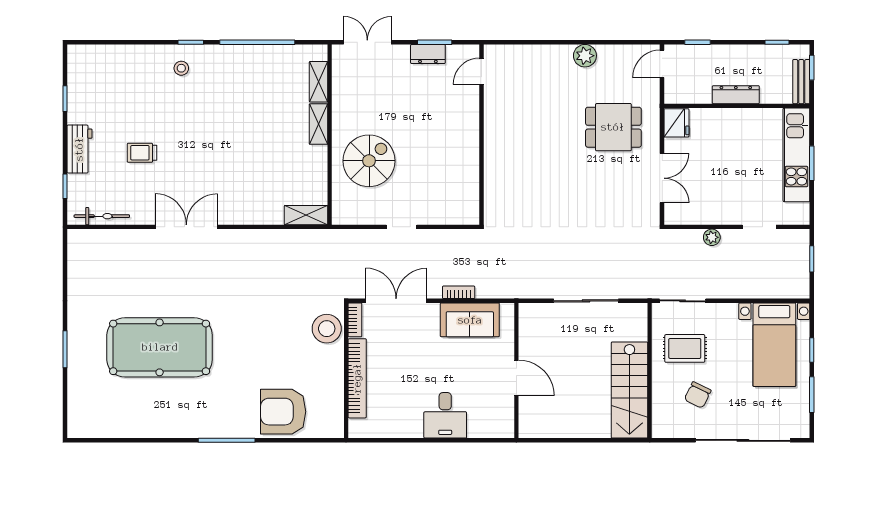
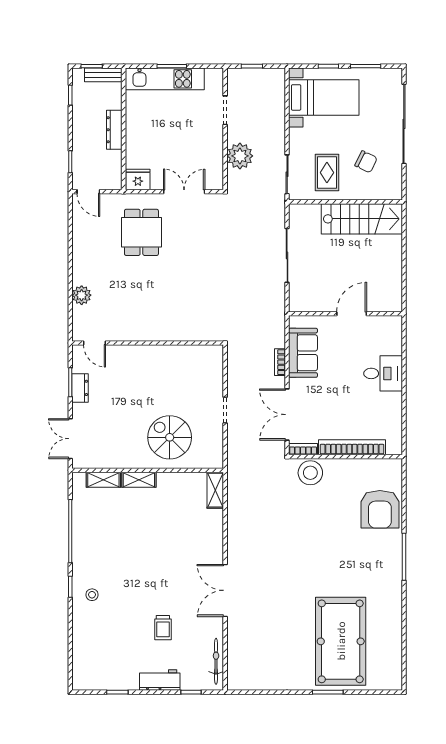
plant: (585, 56) -> (82, 295), moved
plant: (712, 237) -> (240, 156), width x1.88, depth x1.88
pool table: (160, 347) -> (341, 641), moved

